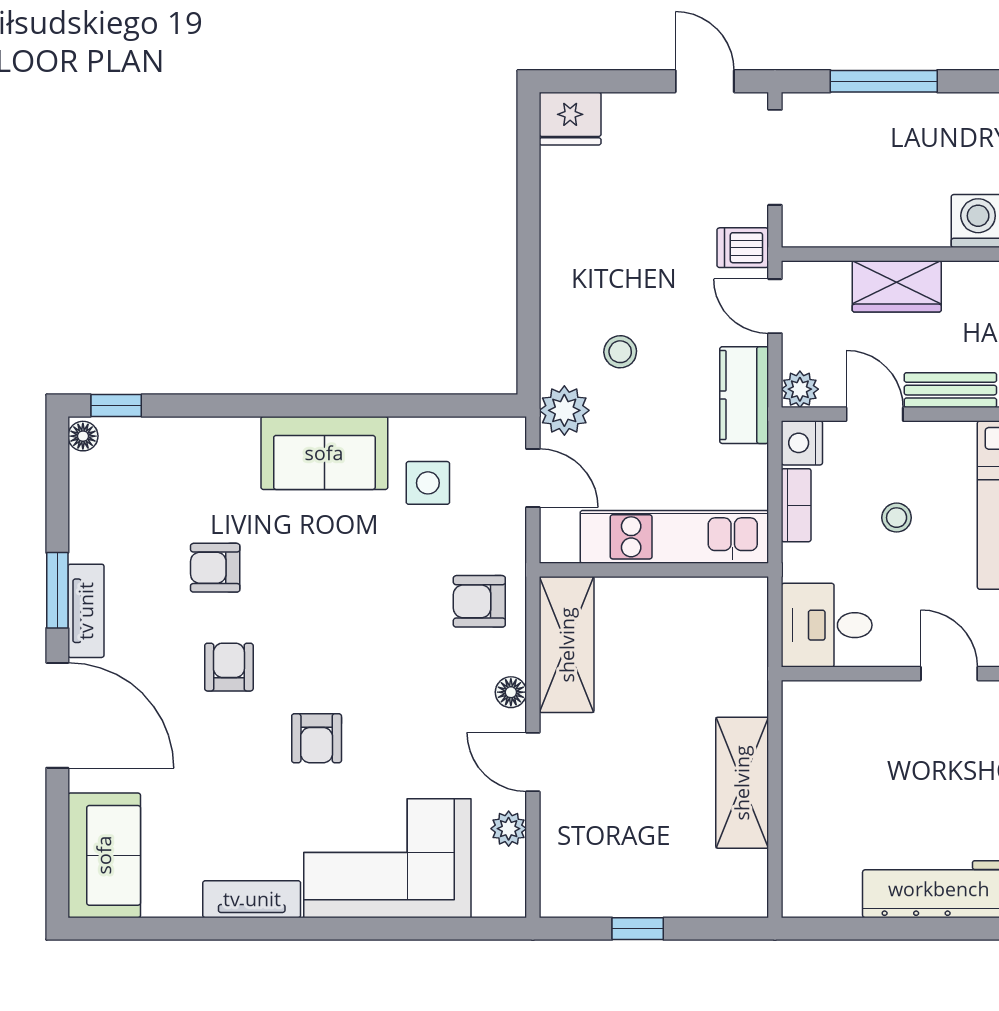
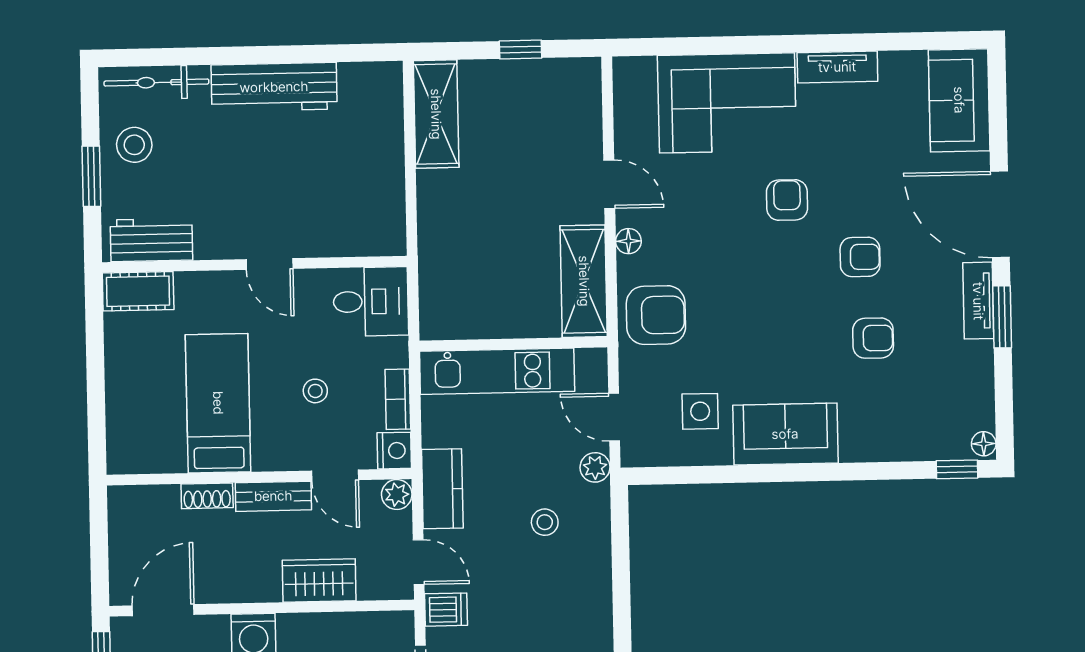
plant: (564, 410) -> (595, 467), width x0.73, depth x0.73
armchair: (479, 601) -> (656, 315), width x1.38, depth x1.38
armchair: (229, 667) -> (860, 257), turned -90
shelving: (742, 783) -> (436, 114), moved
plant: (509, 829) -> (628, 129), removed

